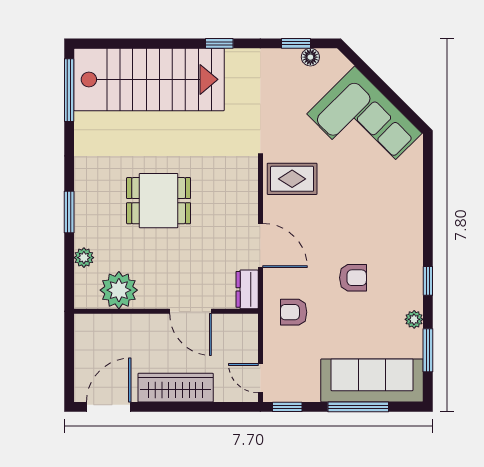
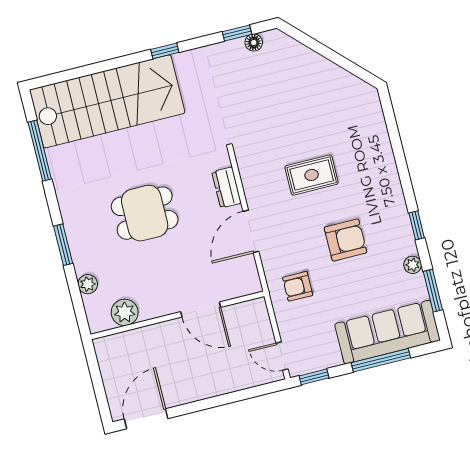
window: (69, 90) -> (40, 151), moved
corner sofa: (364, 124) -> (320, 92), removed
rug: (292, 179) -> (312, 175), moved
door: (260, 245) -> (251, 231), swing flipped
armchair: (353, 278) -> (345, 240), width x1.38, depth x1.38
dresser: (247, 289) -> (227, 187), moved
plant: (119, 290) -> (125, 312), width x0.73, depth x0.73
wardrobe: (176, 388) -> (204, 385), removed

